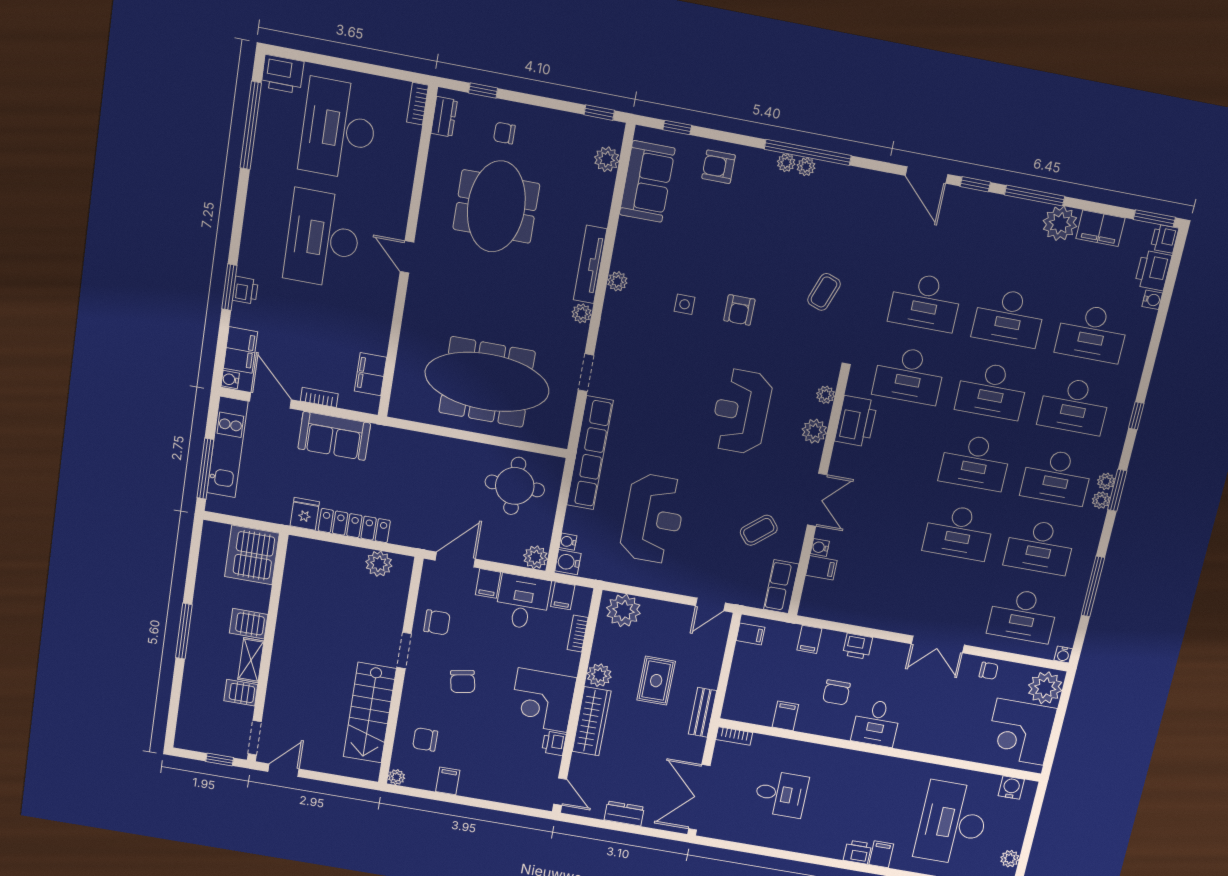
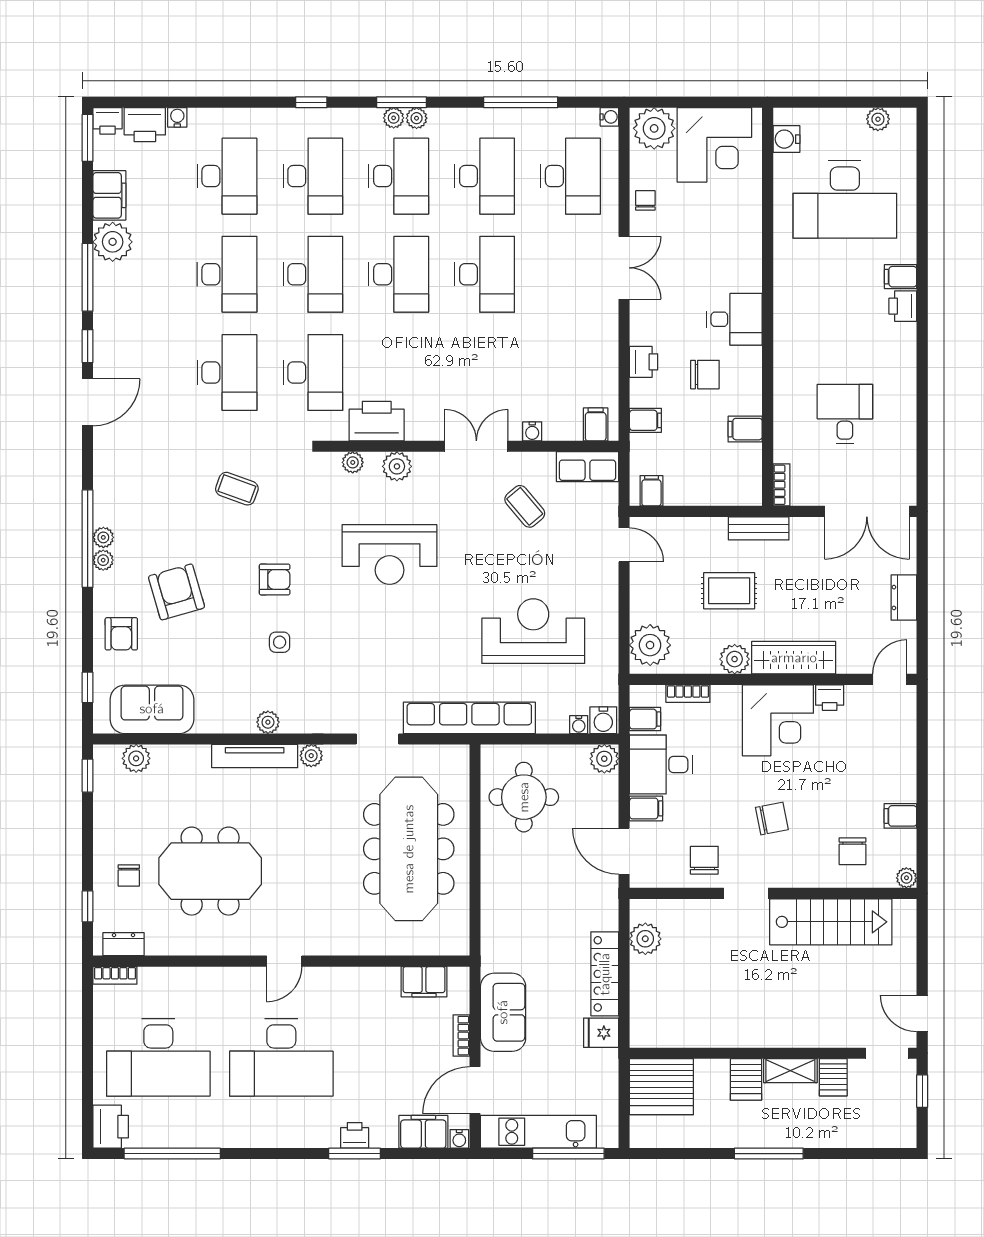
armchair: (746, 223) -> (177, 592), added
filing cabinet: (821, 568) -> (596, 424), moved

